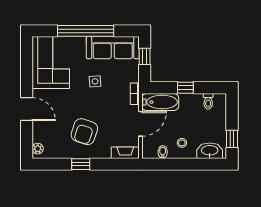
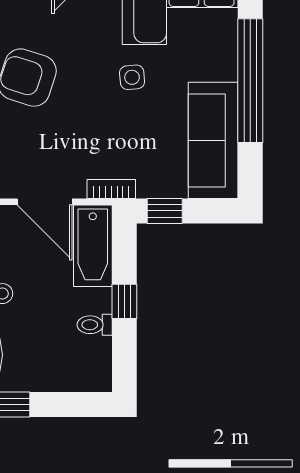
window: (145, 56) -> (165, 211), moved
side table: (95, 81) -> (132, 77), moved
toilet: (208, 101) -> (95, 325), moved

